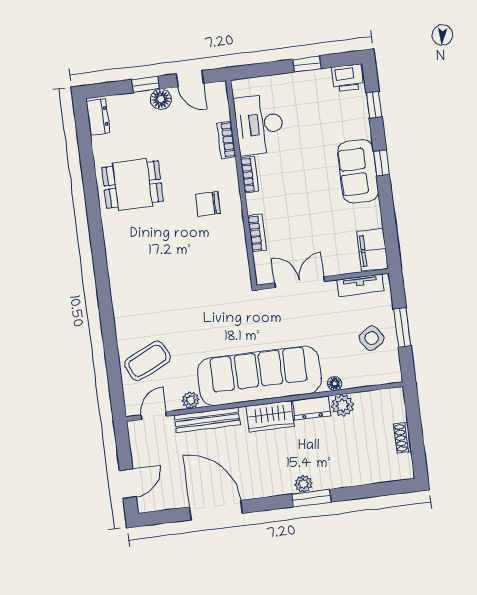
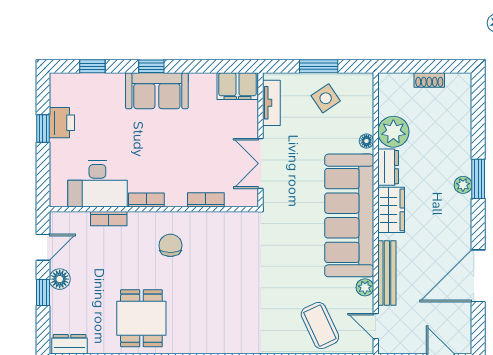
printer: (348, 78) -> (62, 123), moved
chair: (208, 204) -> (170, 245), turned 180
plant: (343, 405) -> (393, 132), width x1.36, depth x1.36

